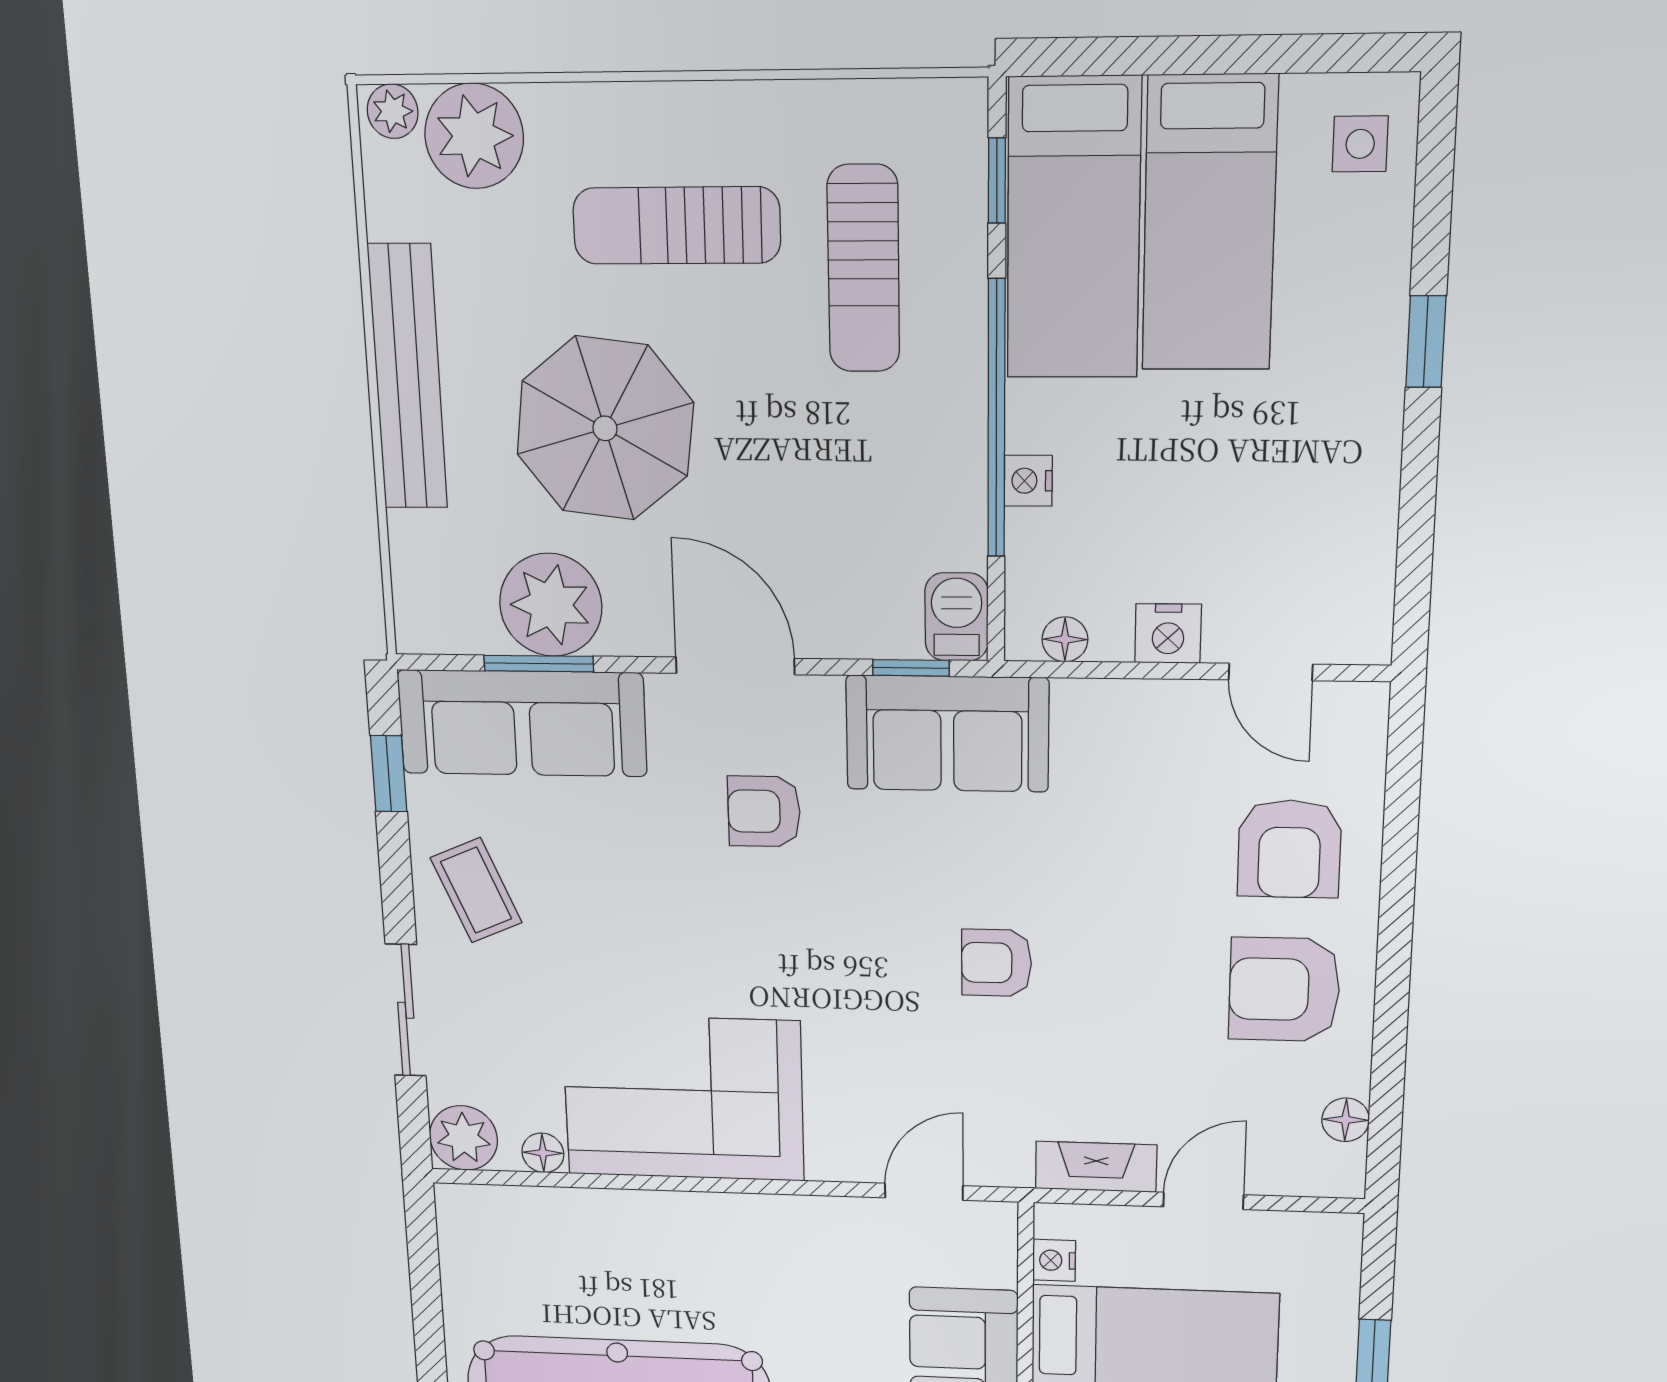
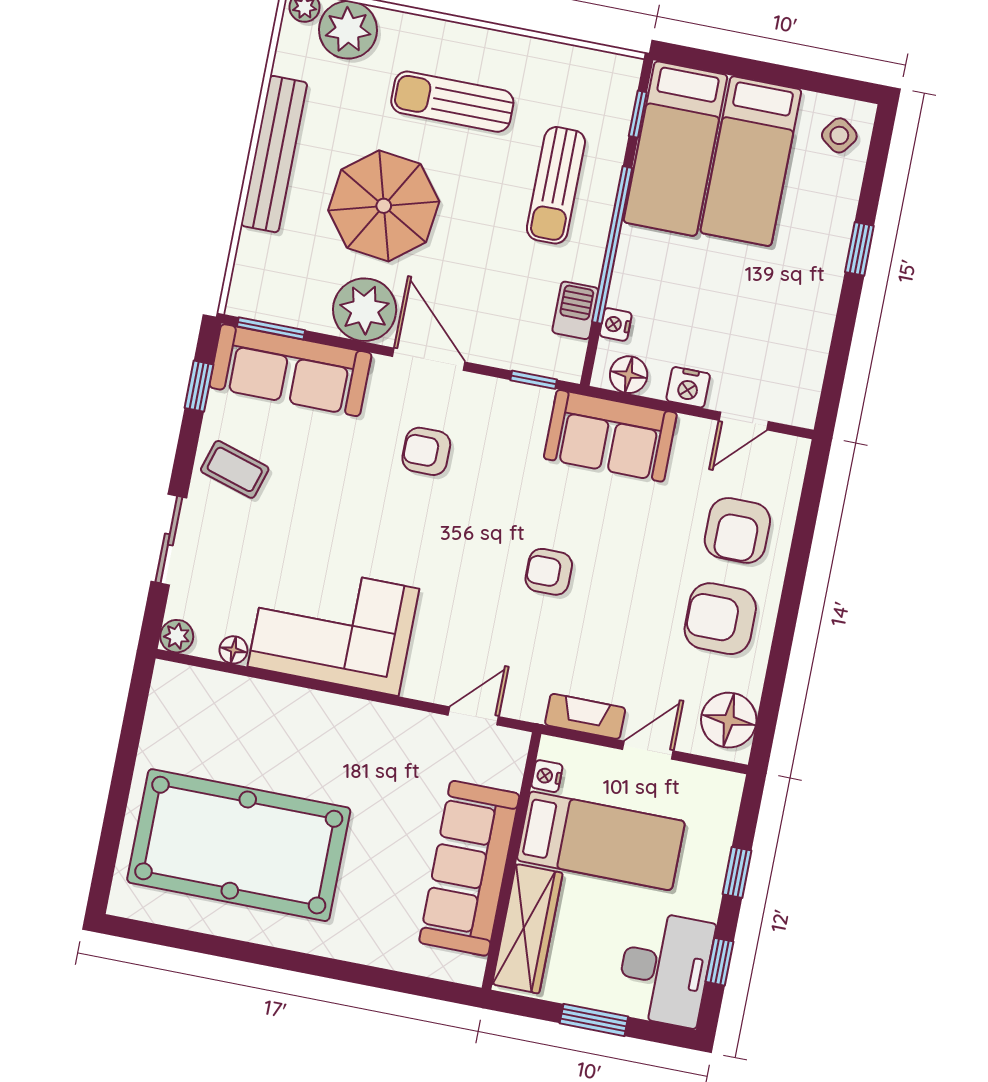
side table: (1360, 144) -> (839, 135), turned 37
sun lounger: (864, 269) -> (556, 185), moved
nightstand: (1028, 481) -> (616, 324), moved
plant: (551, 605) -> (365, 310), moved
barbecue: (957, 617) -> (575, 310), moved
floor lamp: (1065, 639) -> (629, 375), width x1.37, depth x1.37
window: (539, 664) -> (271, 328), moved
door: (1271, 672) -> (744, 421), hinge flipped
sofa: (947, 734) -> (610, 436), moved
coffee table: (476, 890) -> (235, 469), turned -50
floor lamp: (1346, 1120) -> (729, 720), width x1.89, depth x1.89
plant: (464, 1138) -> (177, 636), width x0.73, depth x0.73

